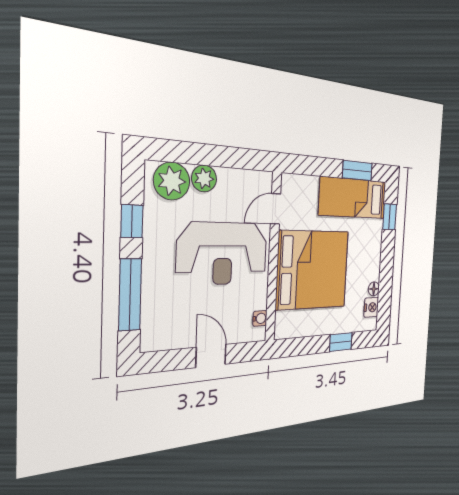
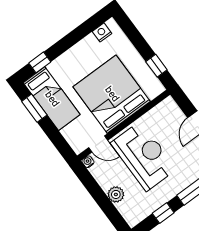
plant: (172, 181) -> (130, 209), removed
floor lamp: (374, 289) -> (90, 40), removed
water cooler: (260, 318) -> (88, 162), moved
window: (341, 342) -> (156, 66), moved

